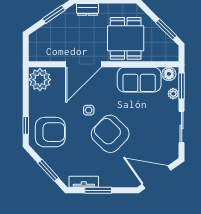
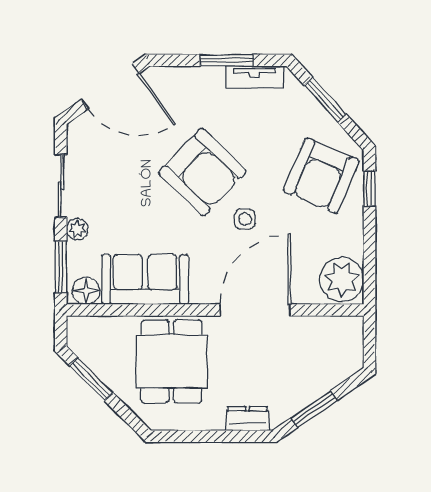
plant: (173, 94) -> (77, 229), moved
armchair: (50, 132) -> (321, 176), turned -67

